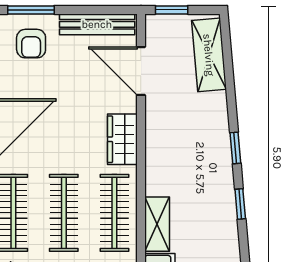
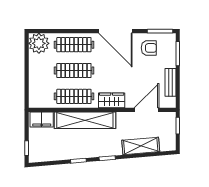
bench: (97, 24) -> (170, 82), width x0.73
armchair: (31, 44) -> (149, 48), moved, turned 180
shelving: (209, 55) -> (141, 146), moved
shelving: (157, 224) -> (85, 120), width x2.20, depth x1.33

